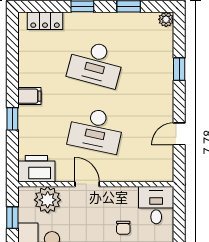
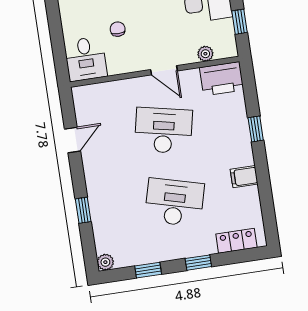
filing cabinet: (29, 96) -> (244, 177), moved
plant: (48, 200) -> (205, 54), width x0.53, depth x0.53

